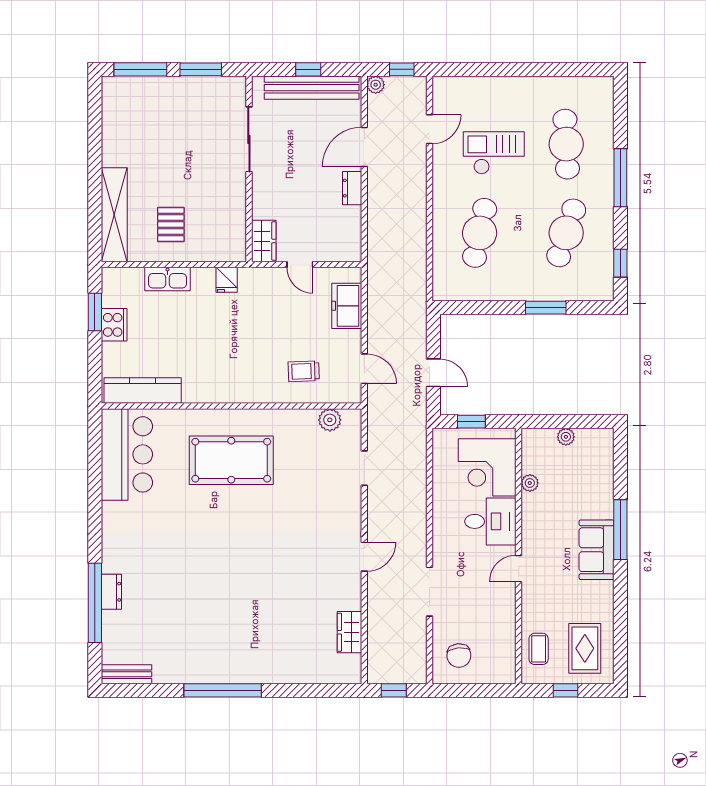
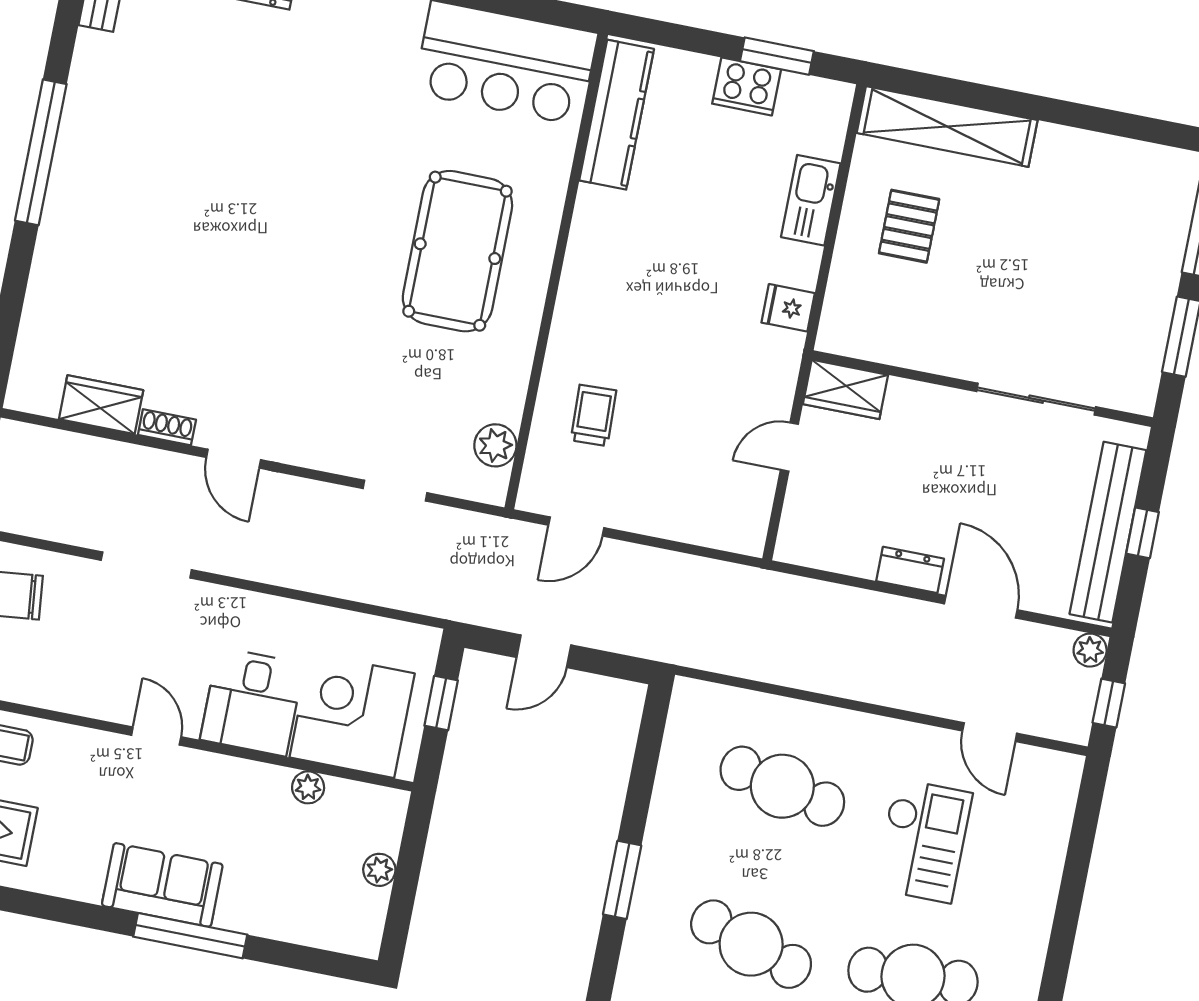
pallet: (171, 225) -> (909, 226), turned 90
freezer: (347, 306) -> (697, 518), removed
shoe rack: (354, 595) -> (167, 427), added

